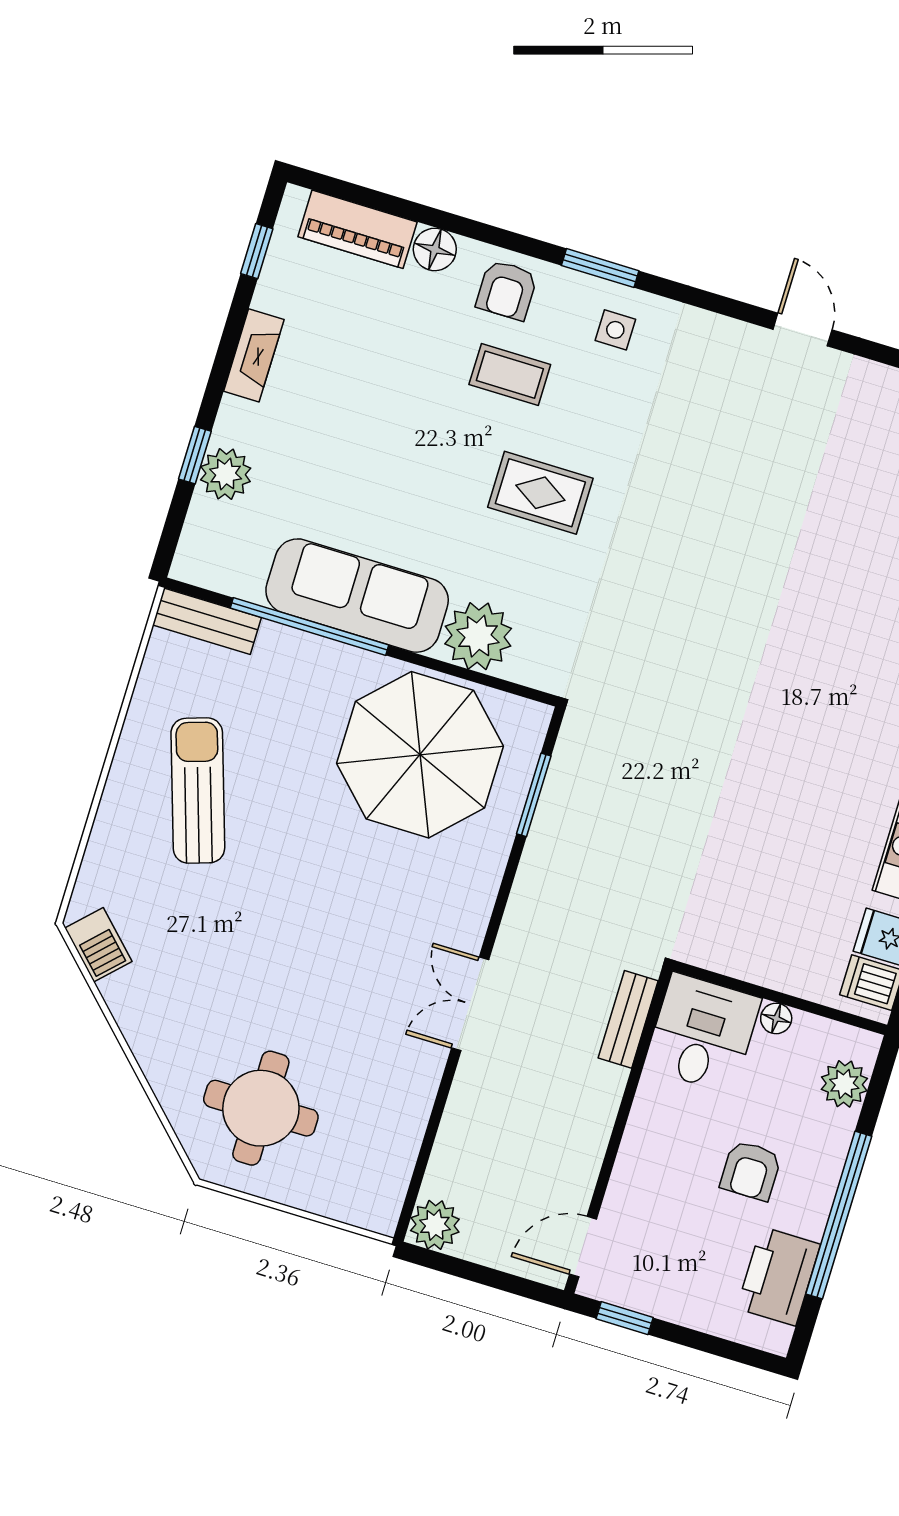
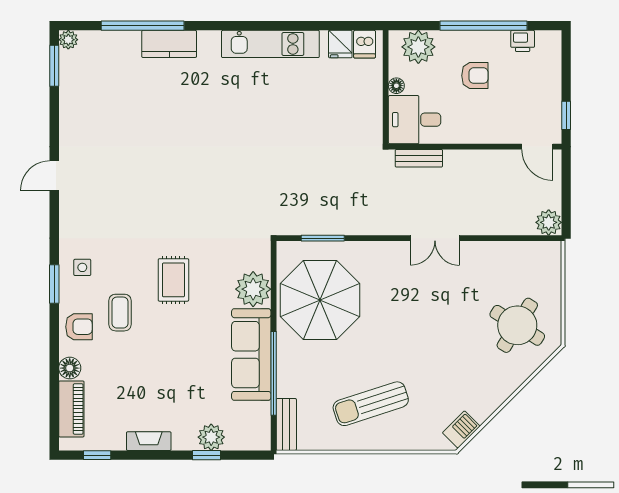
plant: (844, 1084) -> (418, 47), width x1.36, depth x1.36
round table: (261, 1108) -> (517, 325), turned 32
printer: (778, 1276) -> (523, 41), width x0.53, depth x0.68

